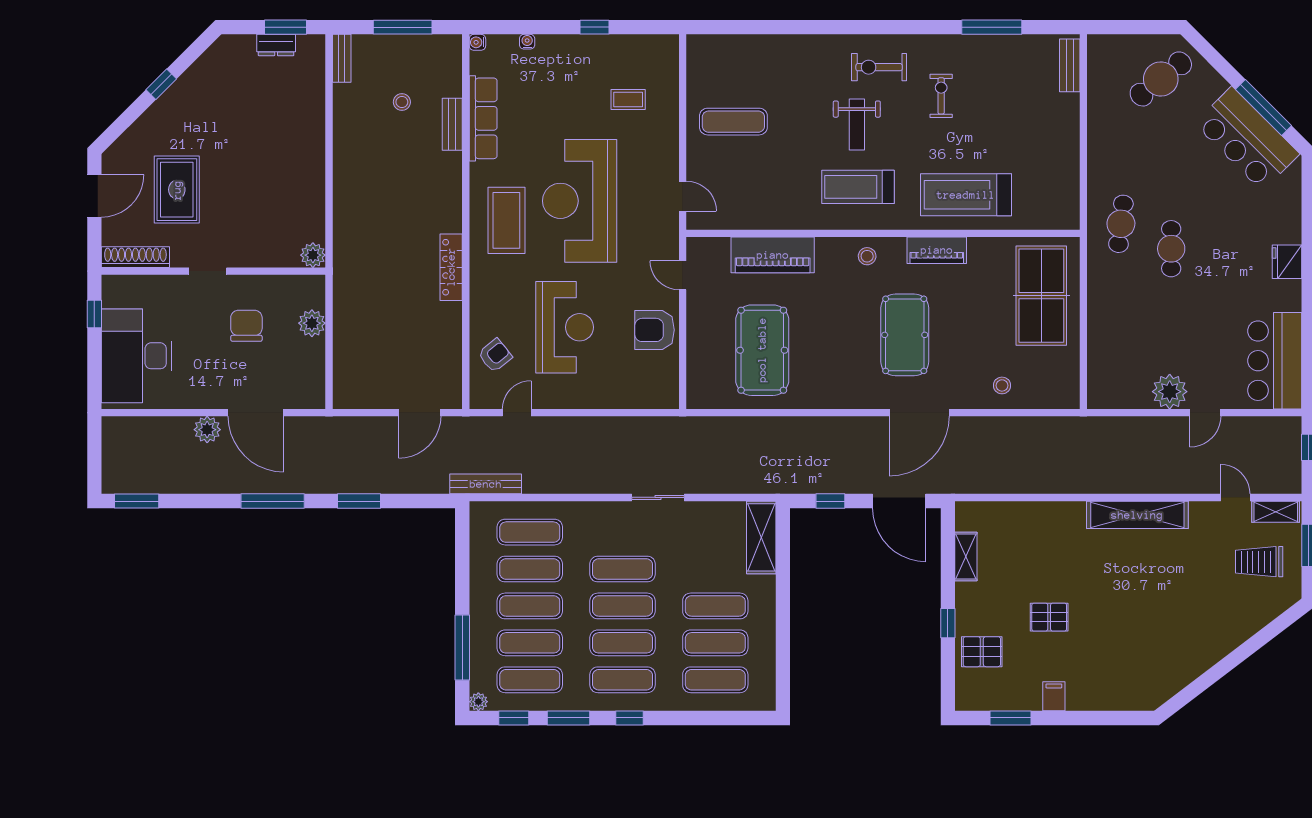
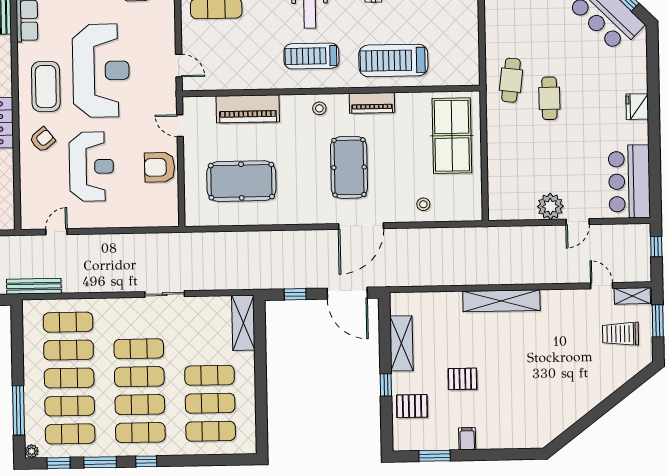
reception desk: (580, 201) -> (101, 71), turned 180
pool table: (762, 350) -> (241, 181), turned 90
armchair: (495, 355) -> (42, 140), moved
shelving: (1137, 515) -> (501, 301), moved
shelving: (966, 556) -> (401, 343), width x1.50, depth x1.33

